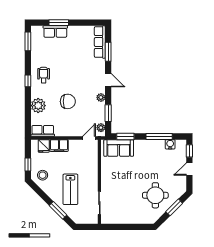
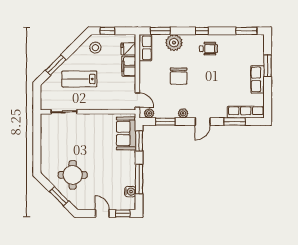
row of seats: (55, 32) -> (258, 79), moved
window: (28, 118) -> (160, 31), added

